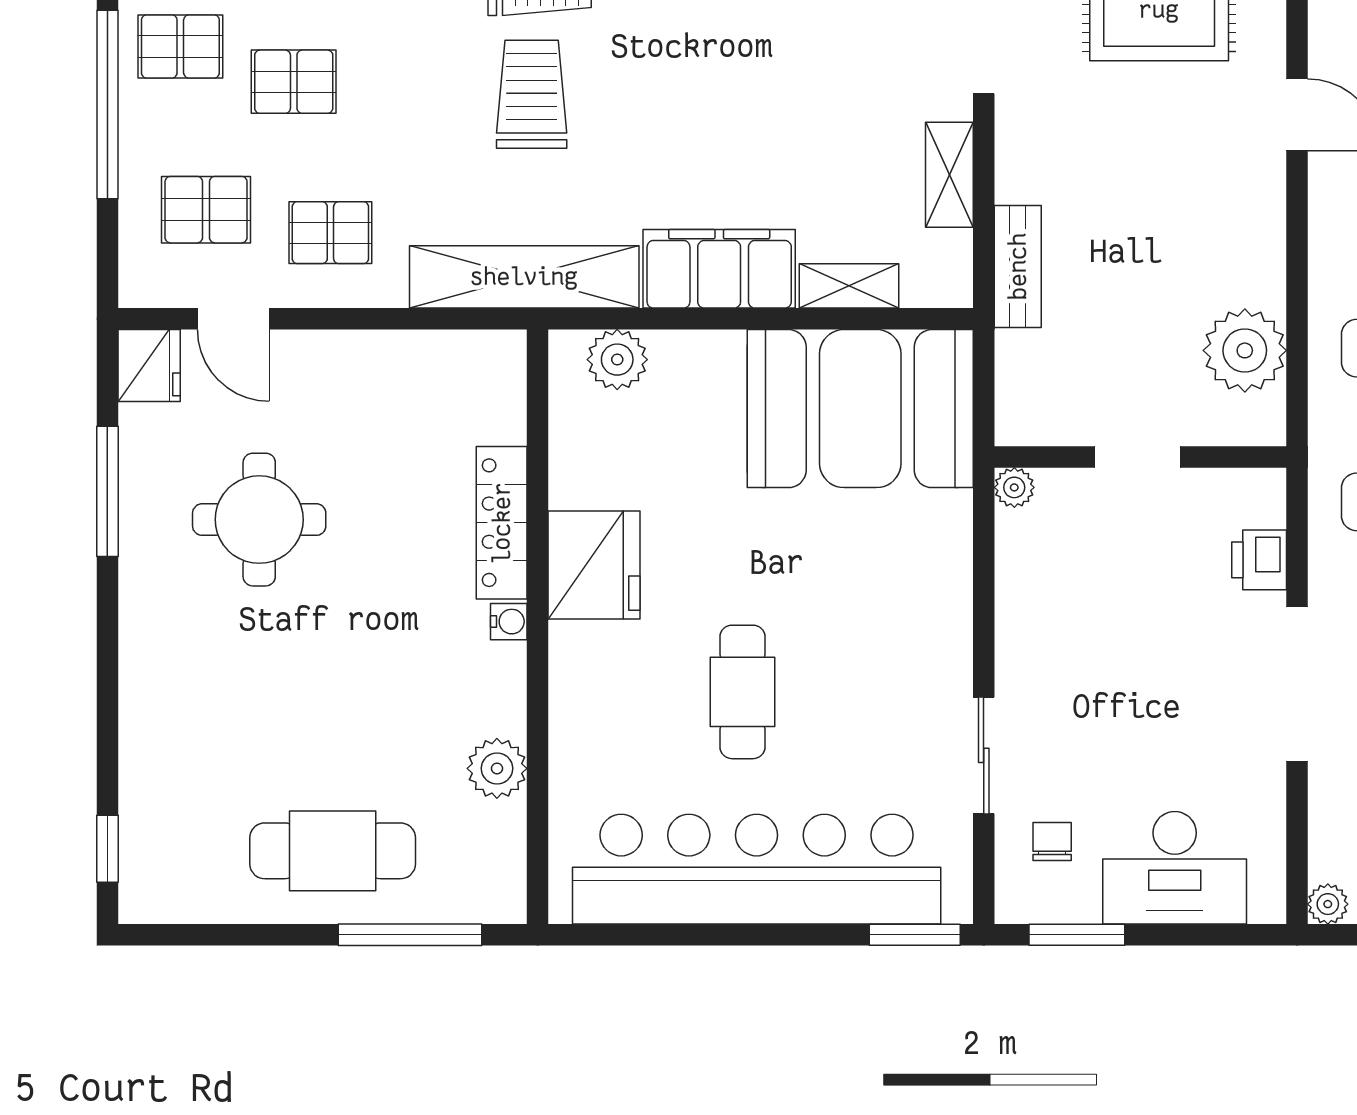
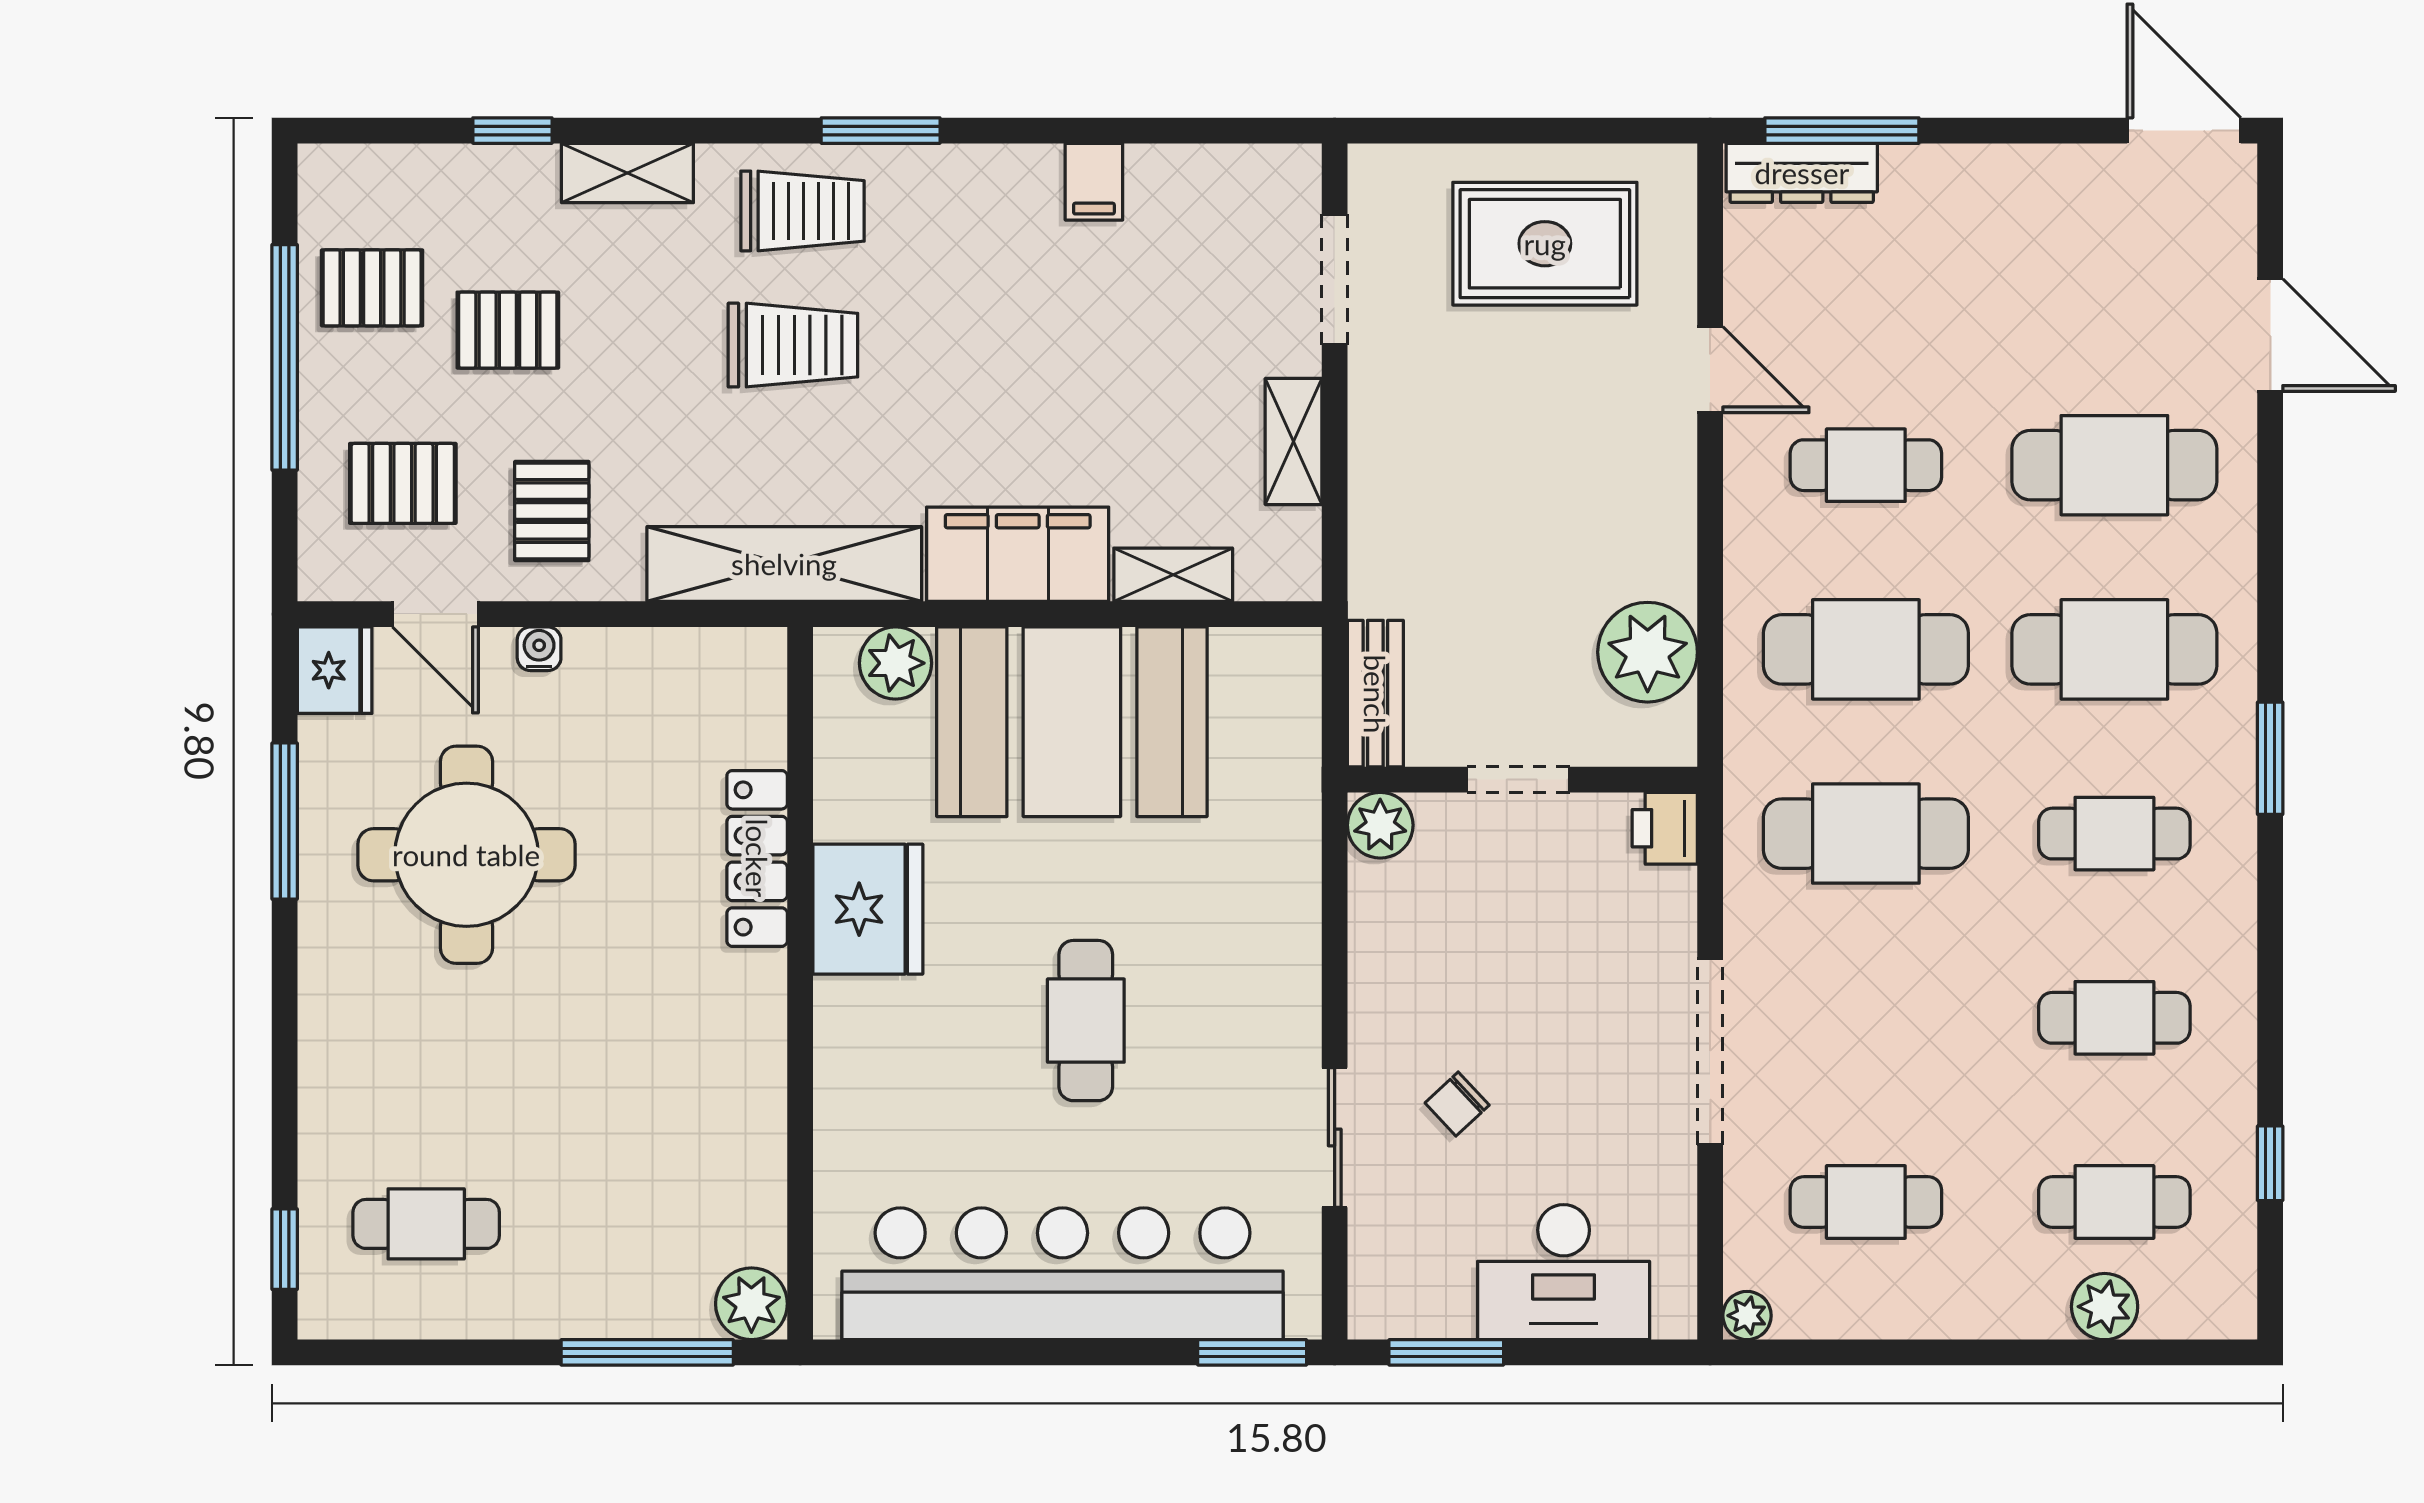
trolley: (532, 94) -> (793, 345), turned 90
pallet: (330, 233) -> (552, 511), turned 90
bench: (1018, 266) -> (1375, 694), moved
booth: (860, 409) -> (1072, 722), moved
plant: (1014, 487) -> (1380, 825), width x1.38, depth x1.38
round table: (259, 520) -> (466, 855), width x1.36, depth x1.36
printer: (1259, 560) -> (1665, 828), moved
water cooler: (509, 622) -> (539, 649), moved, turned -90
cafe table: (743, 692) -> (1086, 1021), moved
plant: (497, 768) -> (751, 1304), moved
chair: (1052, 842) -> (1457, 1104), moved, turned -133
cafe table: (333, 851) -> (426, 1224), moved, width x0.73, depth x0.74

